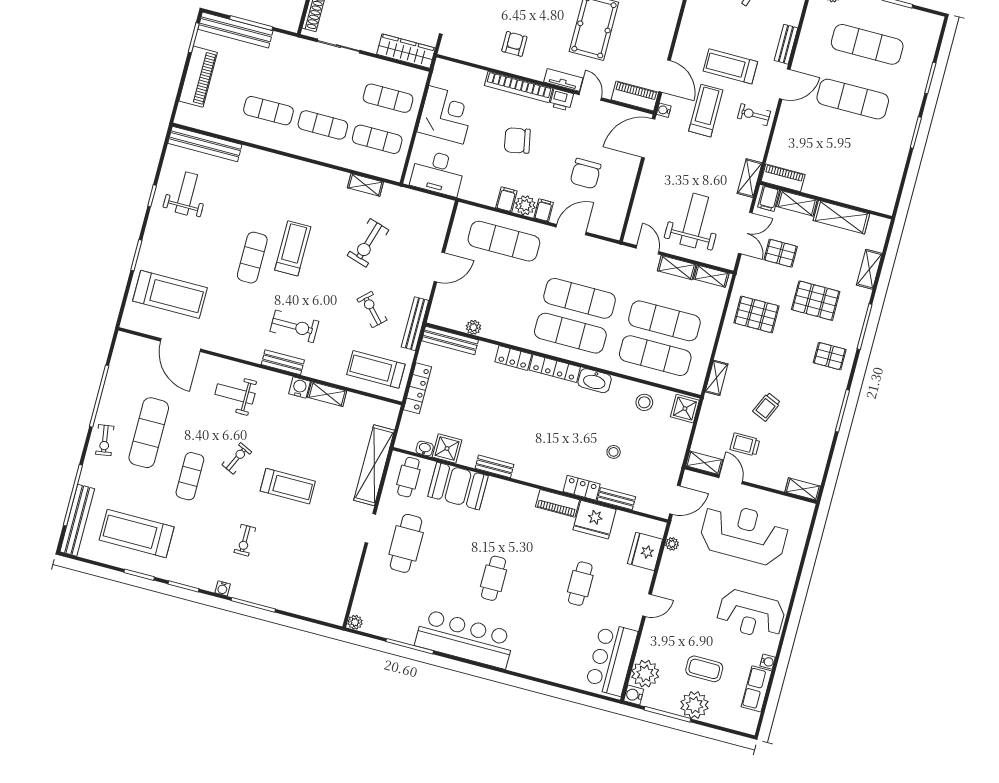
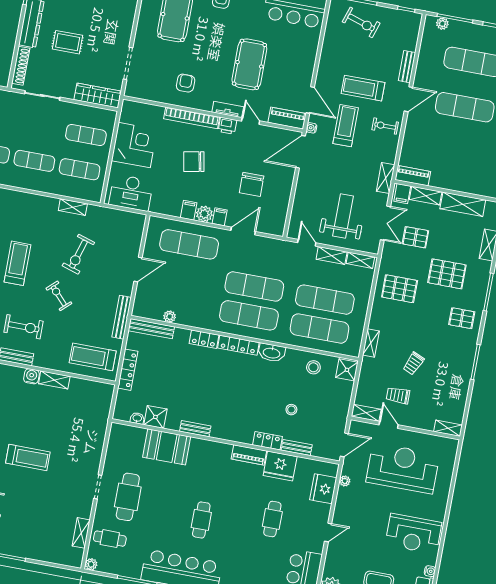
exercise bike: (372, 310) -> (59, 296), moved
shelving: (374, 465) -> (81, 533), moved, width x0.45, depth x0.75
cafe table: (408, 477) -> (110, 539), moved, turned 90

